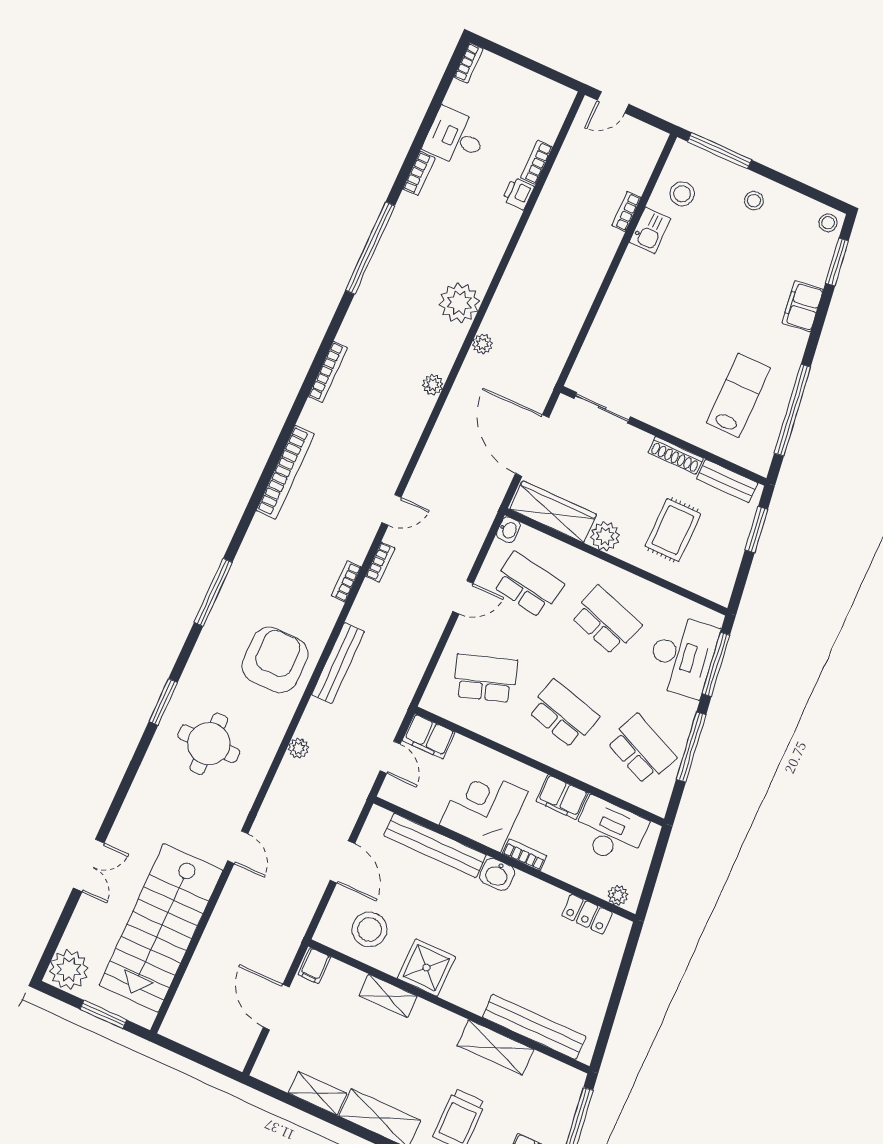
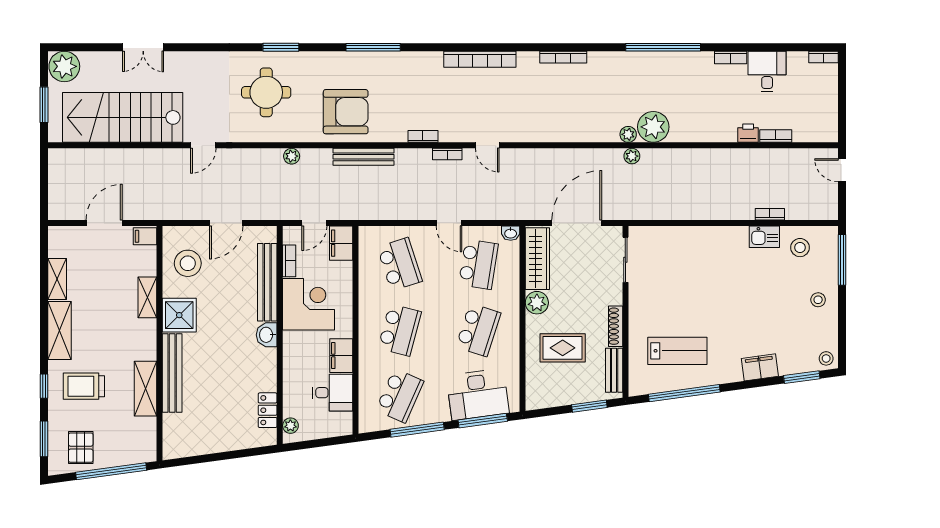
plant: (433, 385) -> (628, 134), moved
desk: (610, 831) -> (333, 393), width x0.73
bookcase: (525, 855) -> (289, 261), moved
bench: (534, 1027) -> (172, 373), moved

